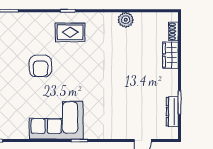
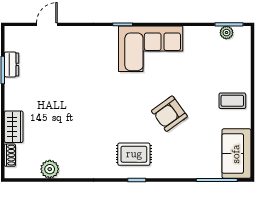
plant: (126, 20) -> (50, 169), moved
armchair: (40, 66) -> (169, 114), turned -126
dresser: (172, 112) -> (12, 64), width x0.70

